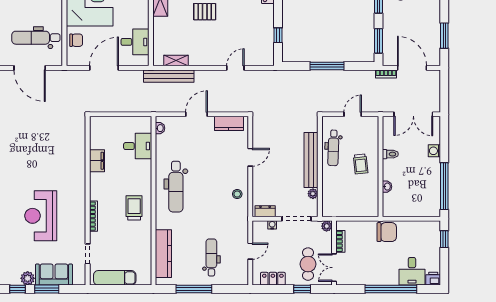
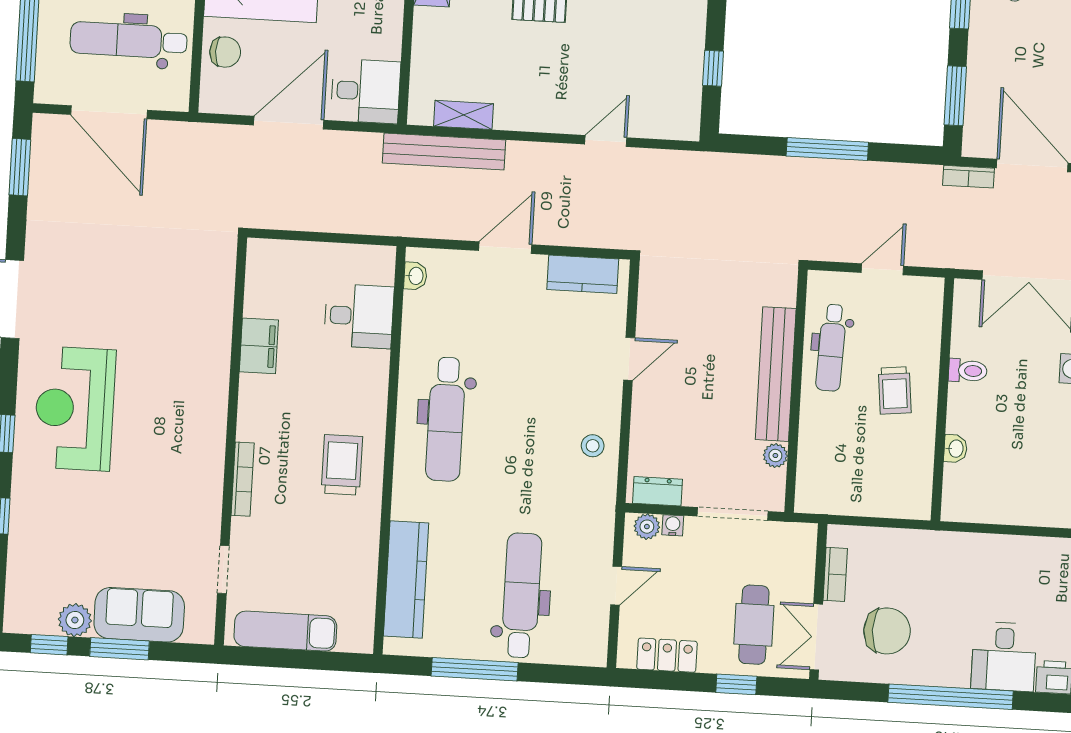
desk: (135, 42) -> (366, 91), moved
reception desk: (41, 216) -> (75, 409), moved
plant: (327, 226) -> (647, 527), moved
chair: (387, 232) -> (887, 631), moved
dental chair: (211, 257) -> (522, 595), width x1.36, depth x1.38

